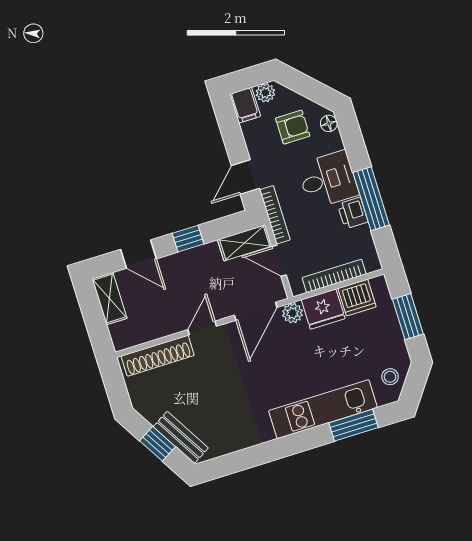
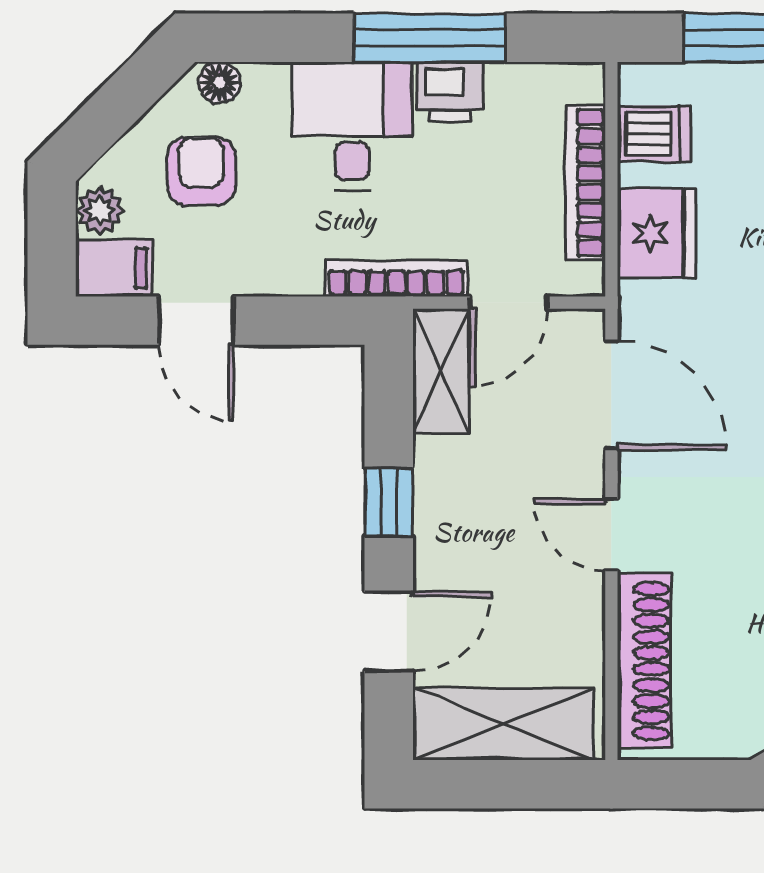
door: (245, 177) -> (196, 321), moved
dishwasher: (357, 298) -> (654, 134), width x0.73
shelving: (110, 299) -> (503, 724), width x1.50, depth x1.33
plant: (293, 313) -> (643, 309), removed

